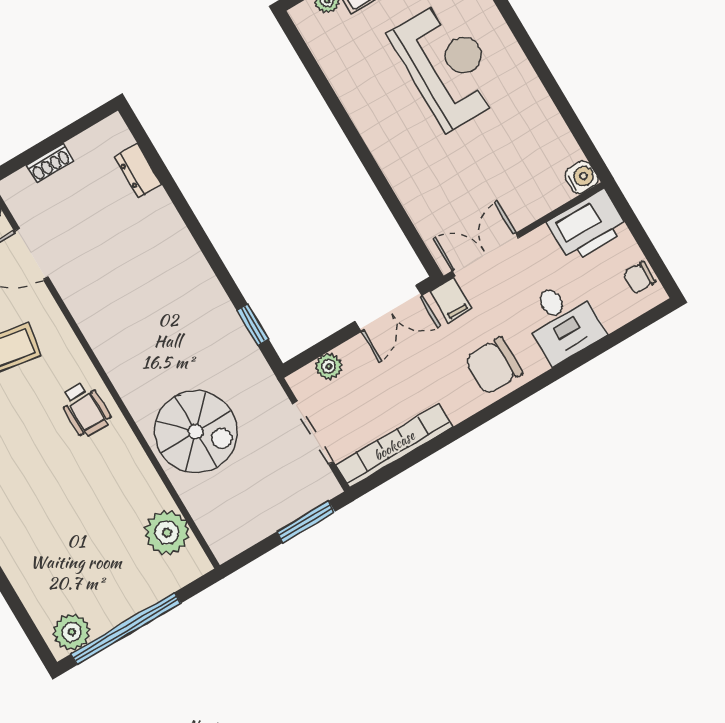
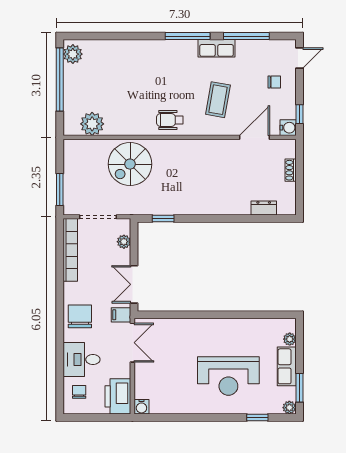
chair: (639, 277) -> (79, 392), moved

